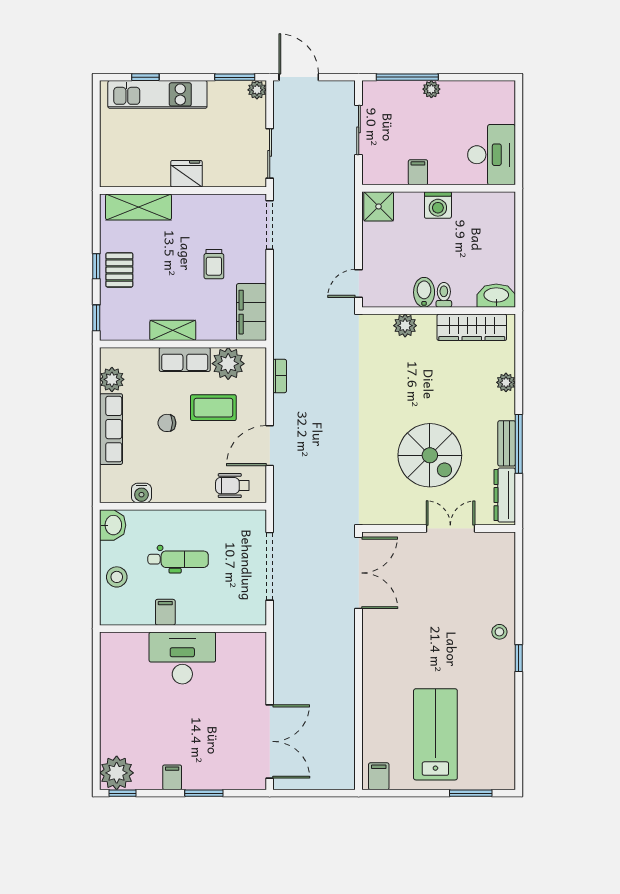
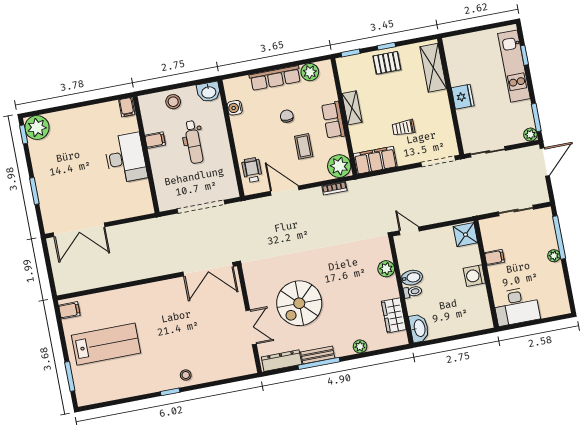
wardrobe: (472, 327) -> (394, 315), width x0.67
plant: (228, 364) -> (339, 166), moved
coffee table: (213, 408) -> (304, 146), width x0.73, depth x0.77
filing cabinet: (172, 777) -> (127, 107), moved, turned 90

